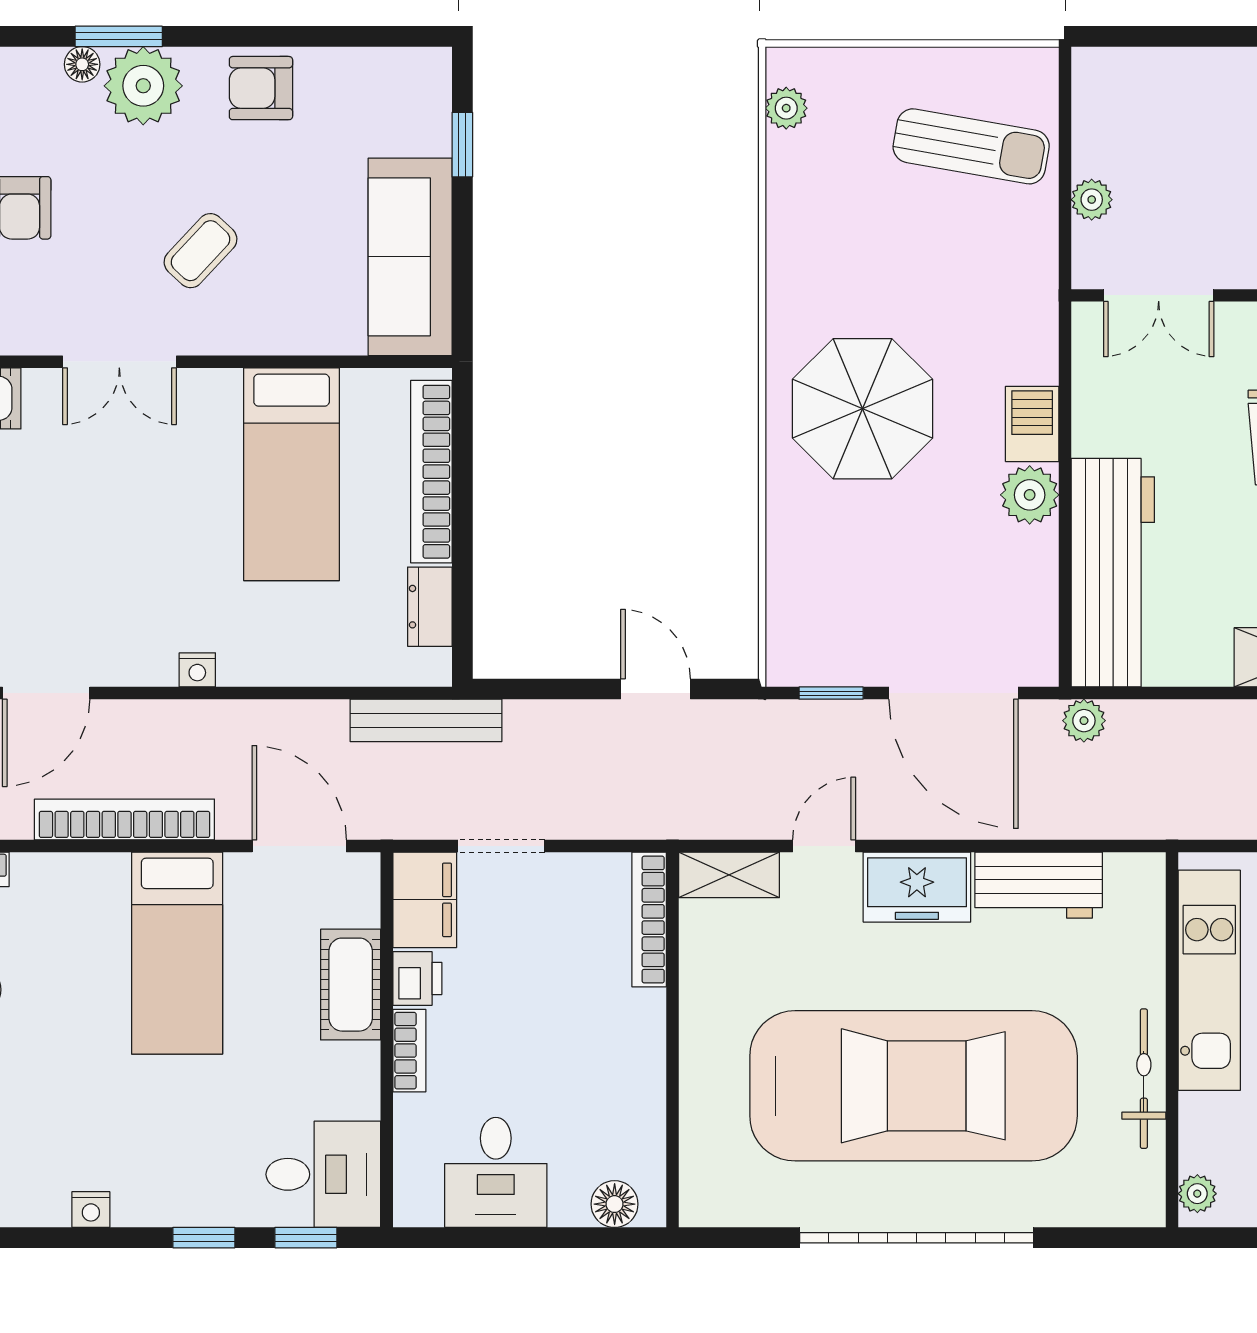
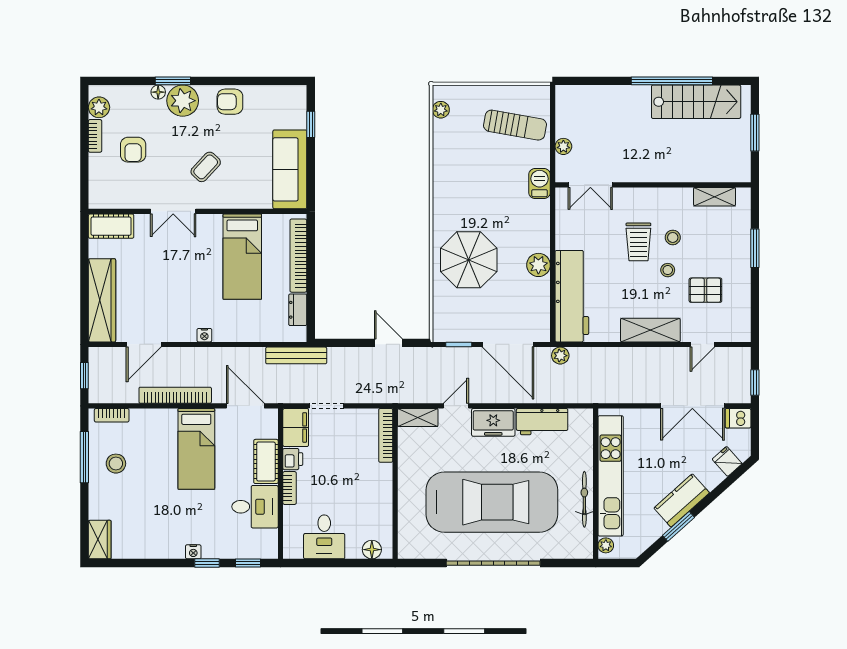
parasol: (863, 409) -> (469, 260), moved
barbecue: (1032, 424) -> (540, 183), moved
kitchen unit: (1209, 980) -> (611, 476), width x1.36
desk: (323, 1174) -> (255, 507), moved
nightstand: (91, 1210) -> (193, 552), moved

